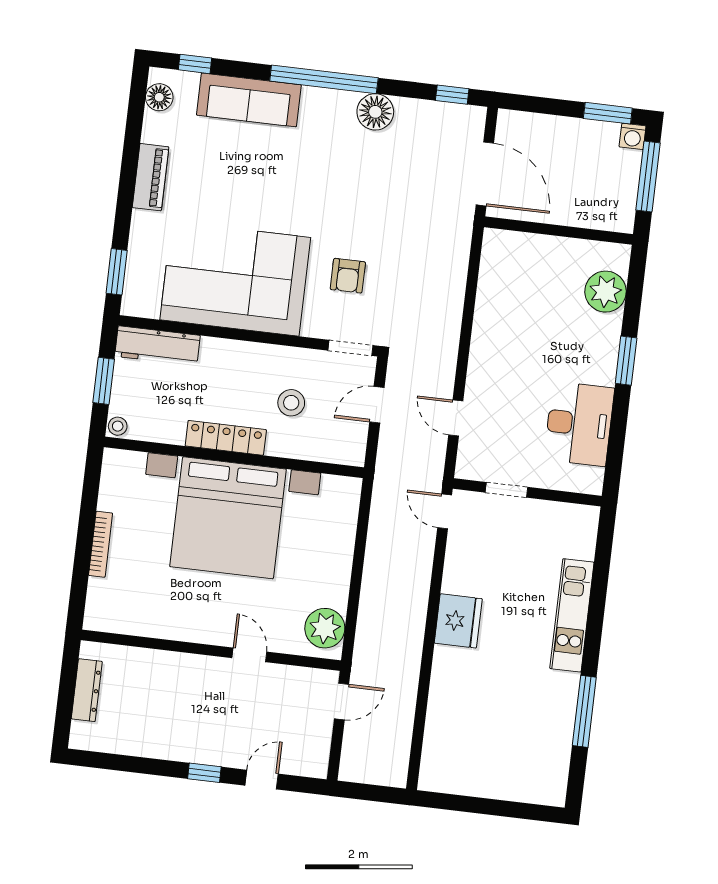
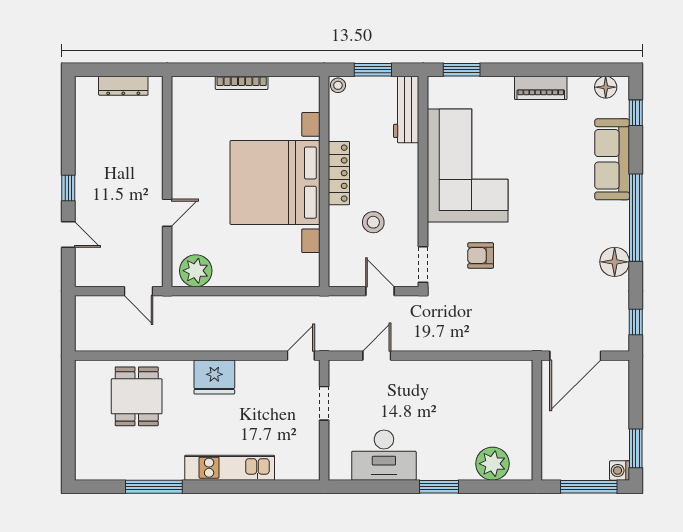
dining table: (471, 719) -> (137, 396), added

